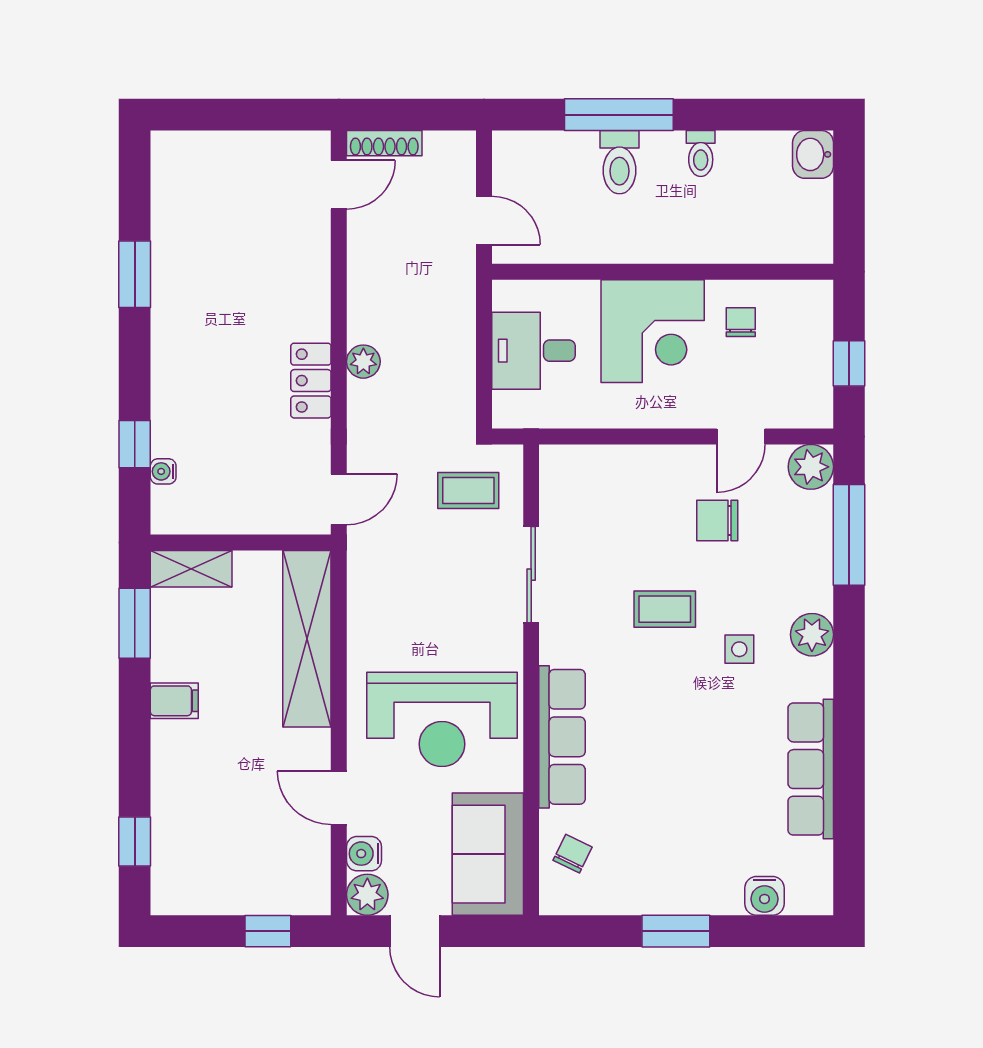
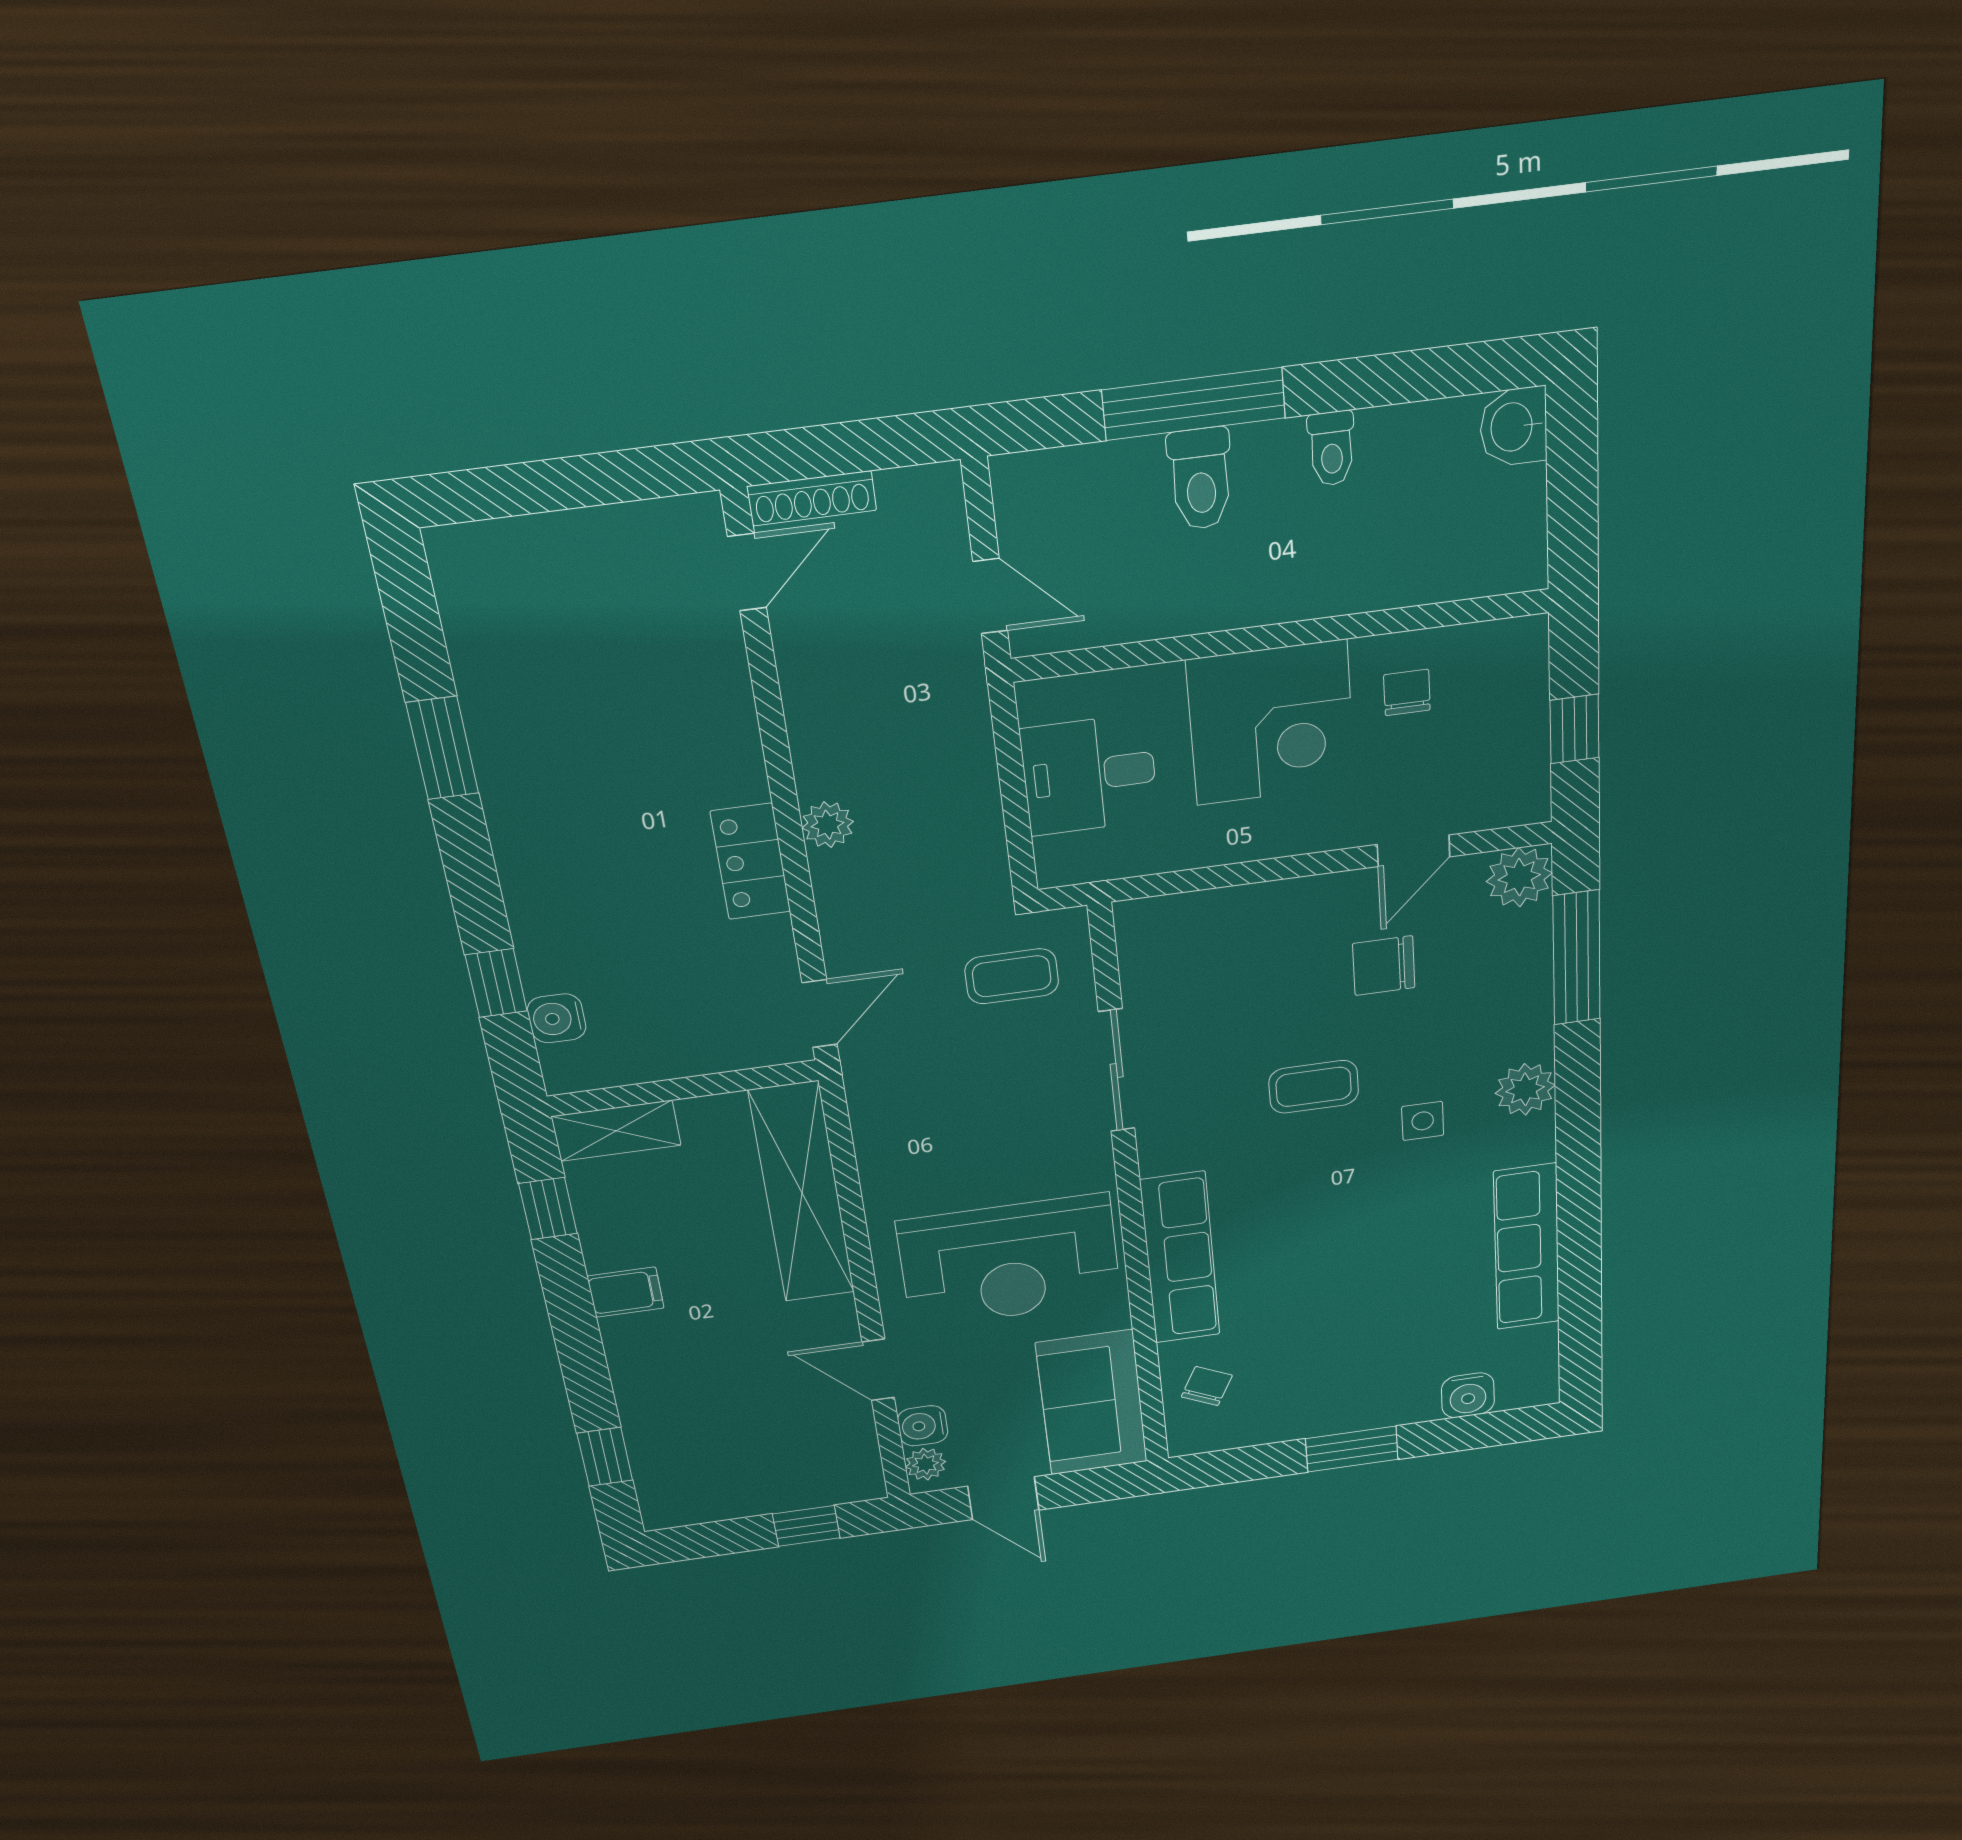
water cooler: (163, 471) -> (557, 1018), width x1.38, depth x1.38
window: (135, 623) -> (548, 1209), width x0.67
plant: (367, 895) -> (925, 1464), width x0.73, depth x0.73

